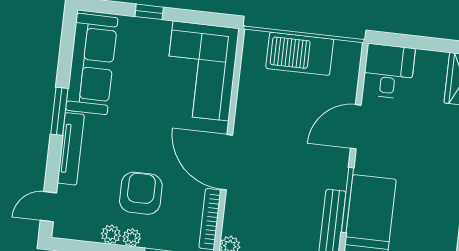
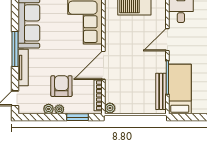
window: (59, 111) -> (15, 49), width x1.44
door: (227, 162) -> (103, 65), hinge flipped

